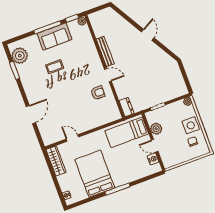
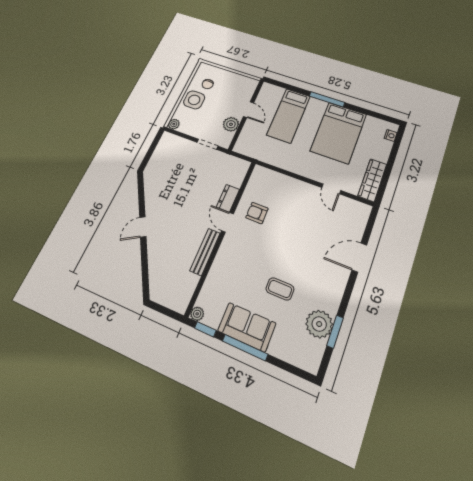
plant: (20, 56) -> (319, 324), moved
dresser: (127, 107) -> (228, 198), moved
bed: (127, 132) -> (289, 116), moved, turned 90
nightstand: (153, 159) -> (262, 99), removed

